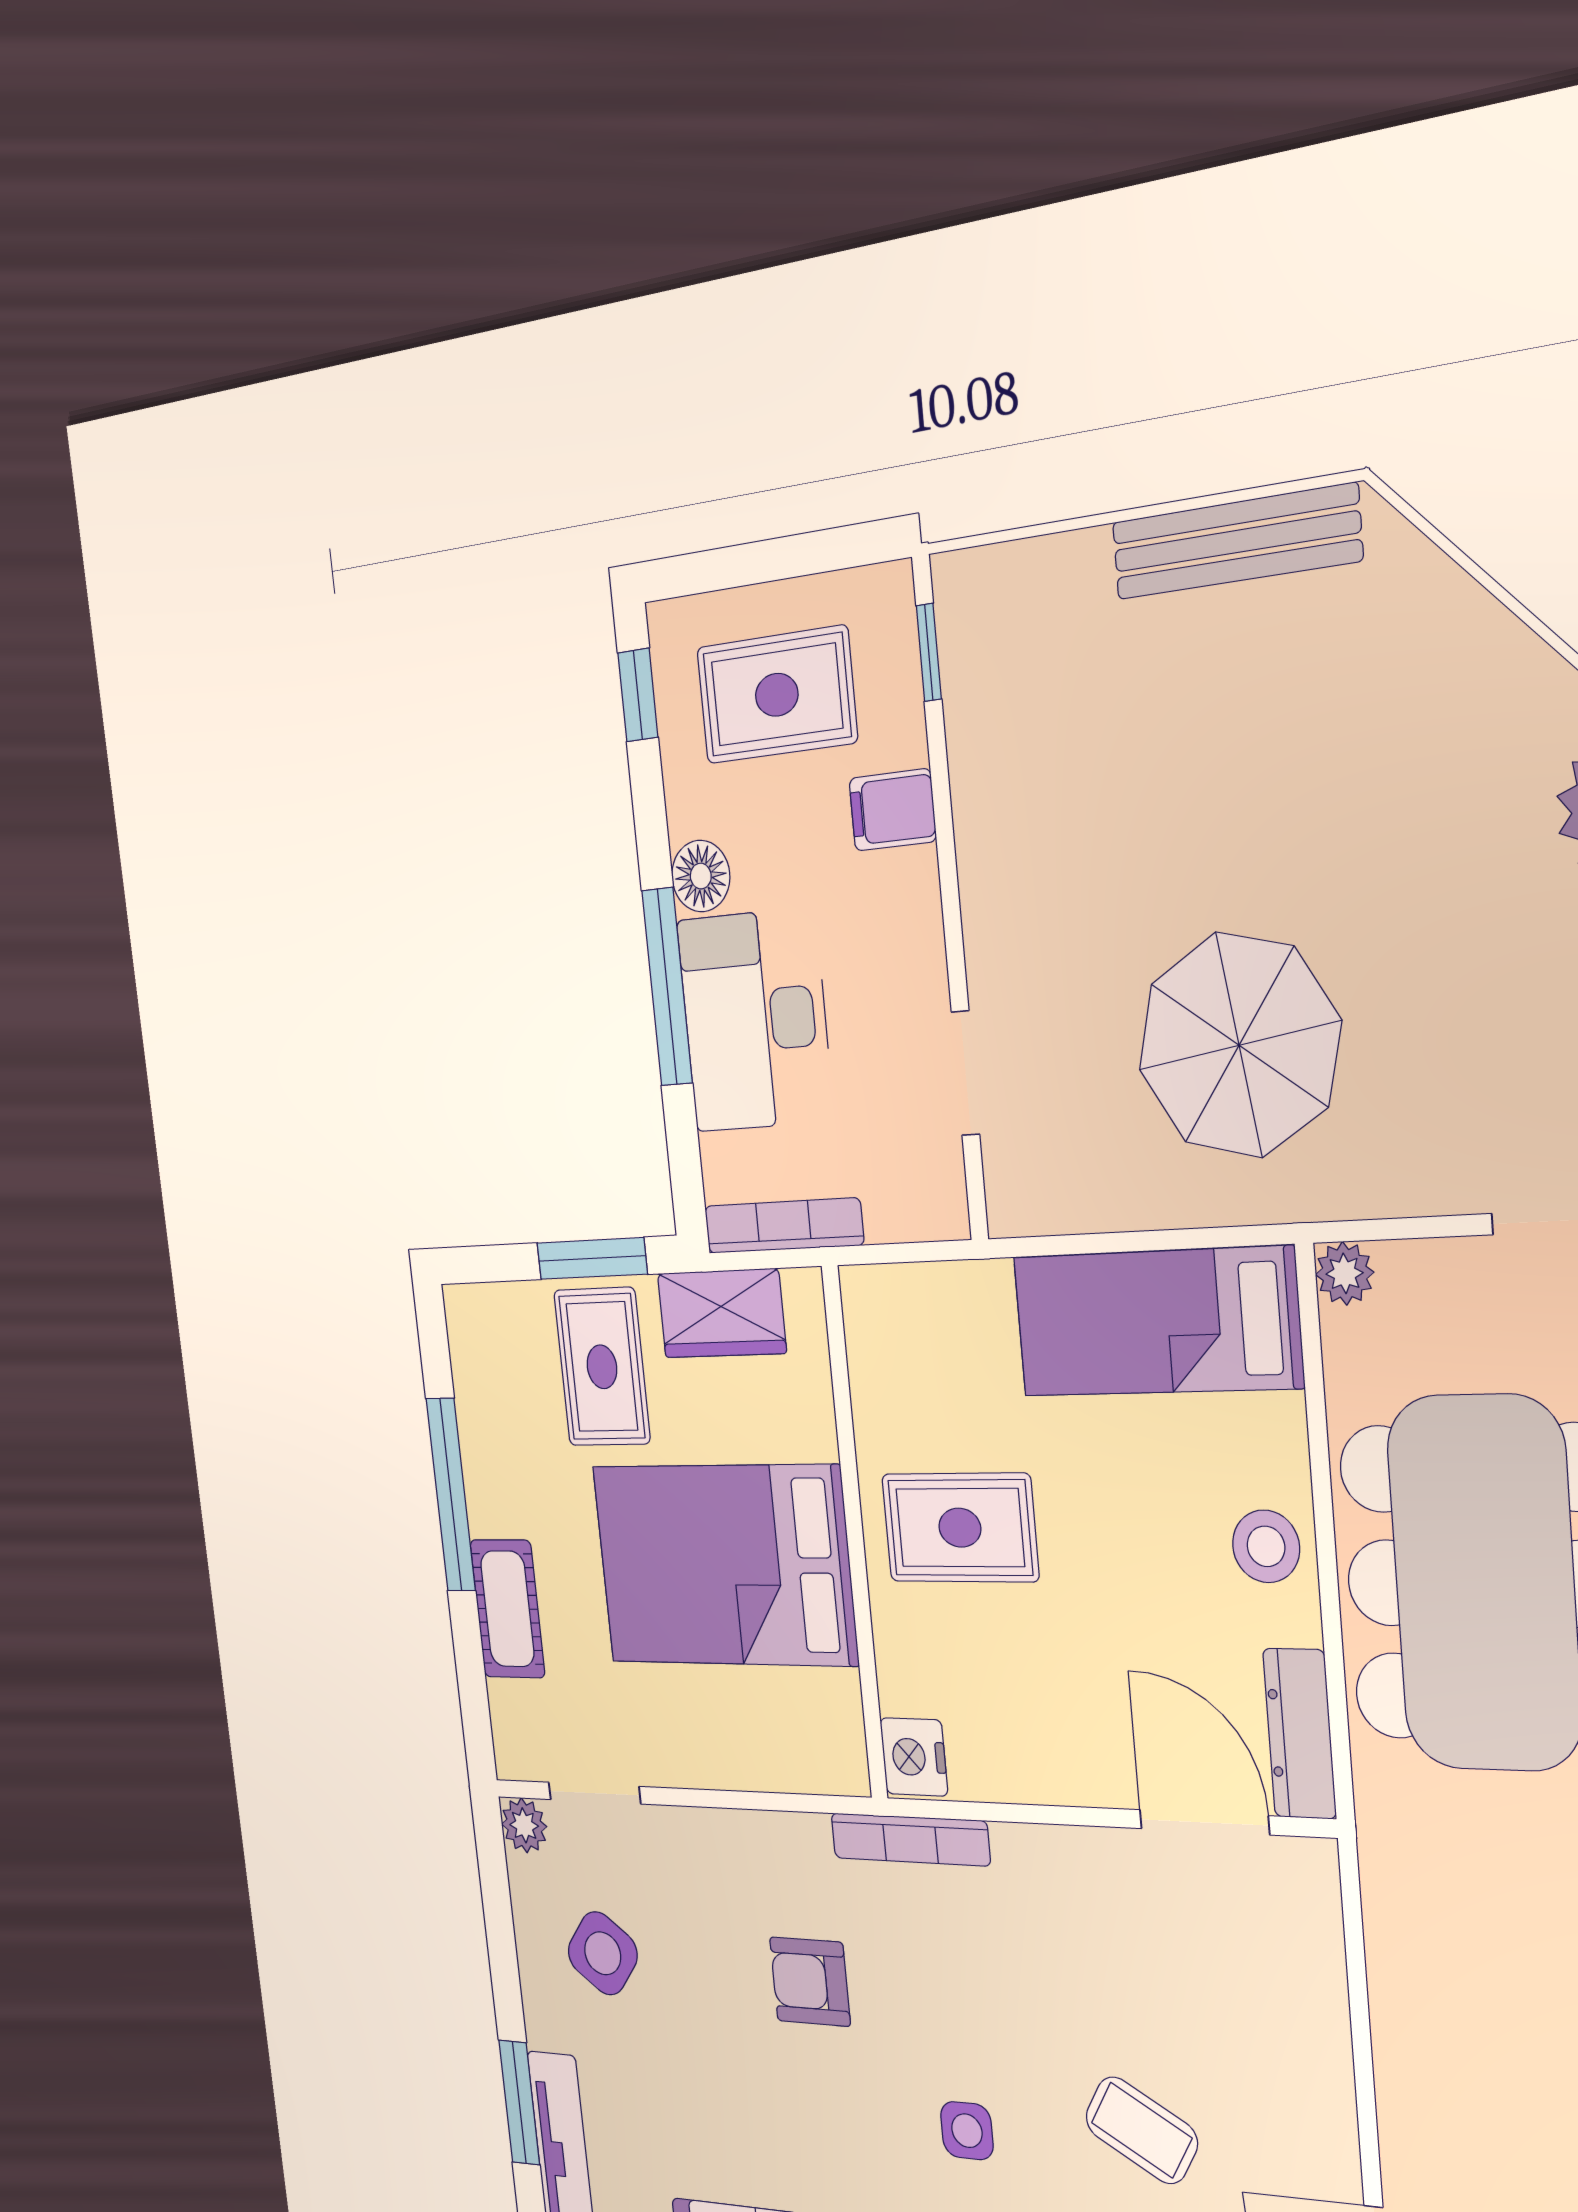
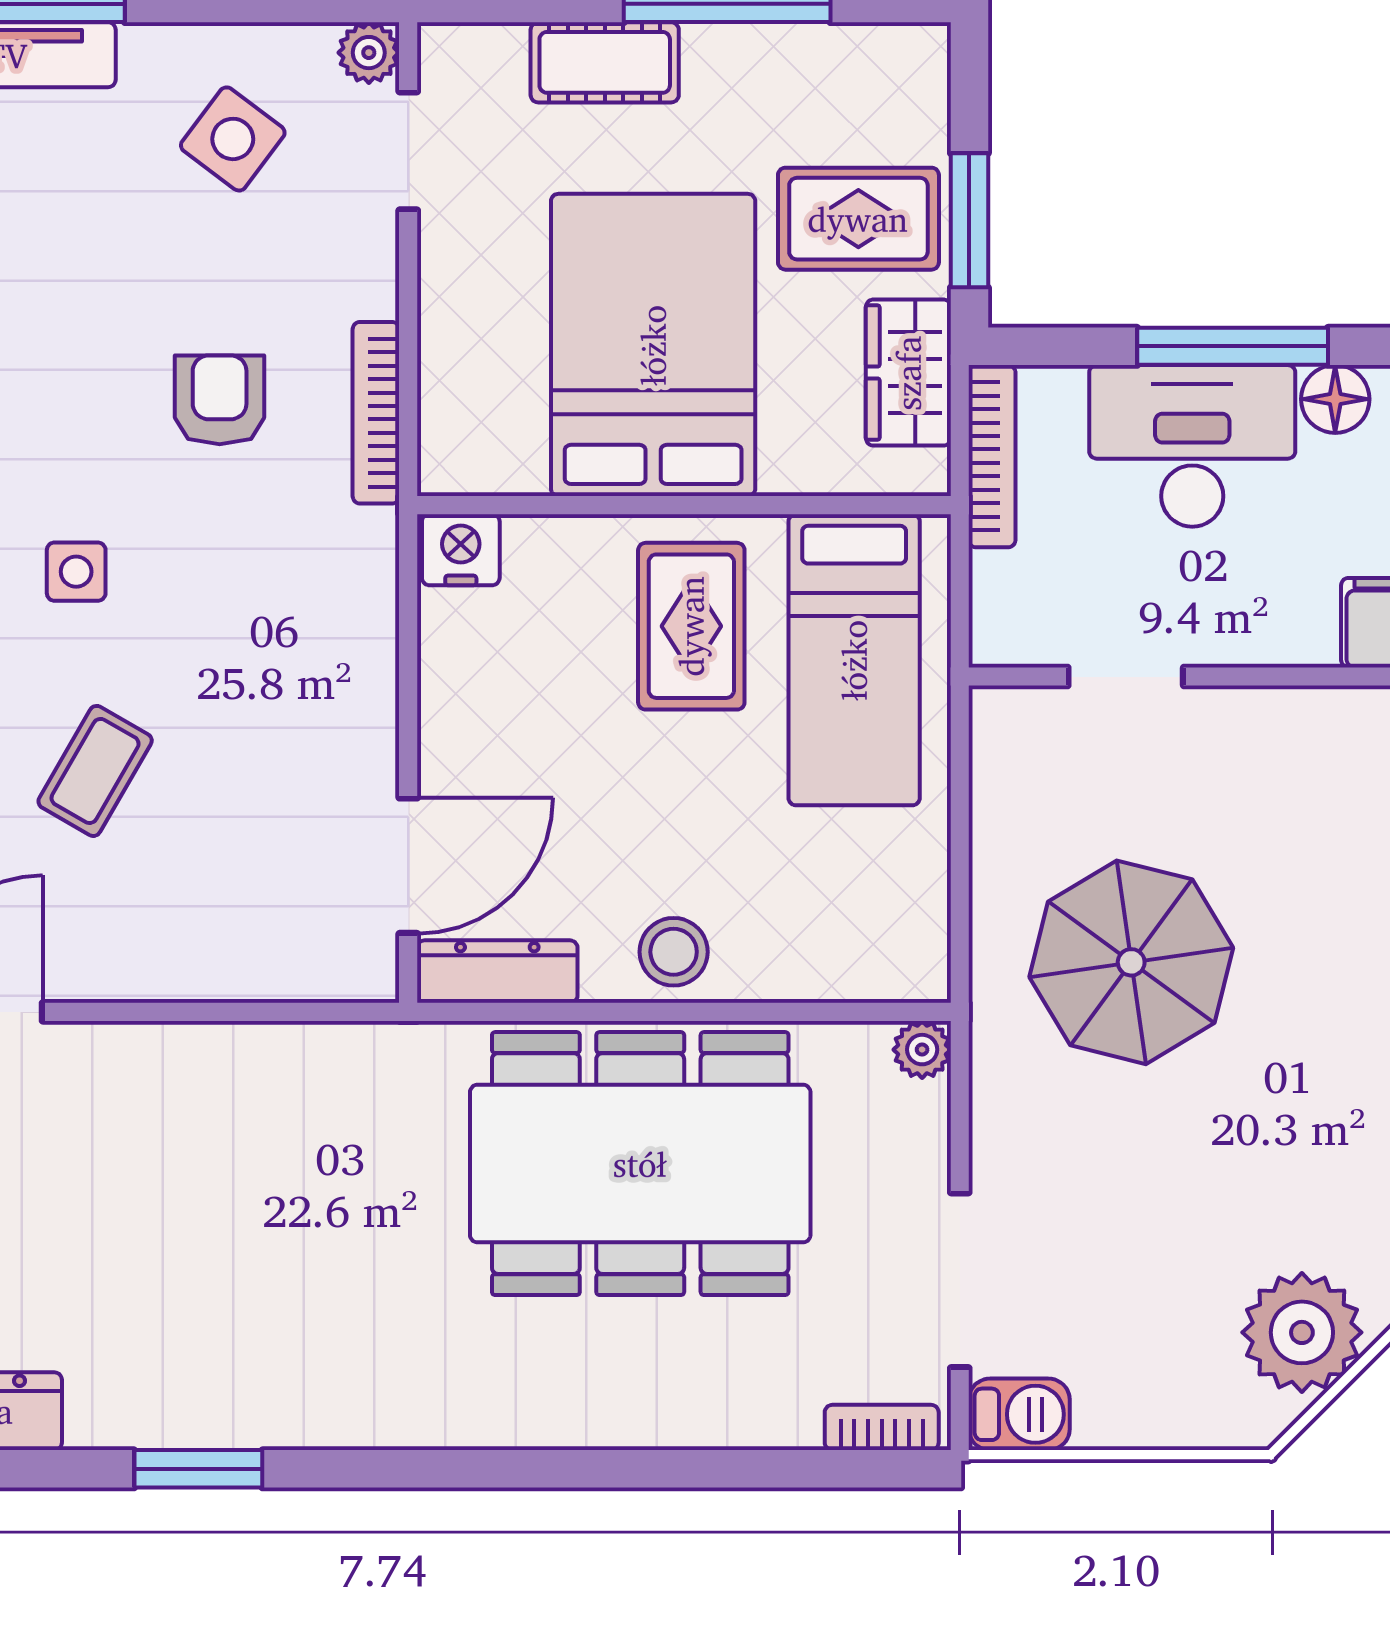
bed: (1157, 1322) -> (854, 660), moved, turned 180
bookcase: (910, 1839) -> (376, 413), moved

